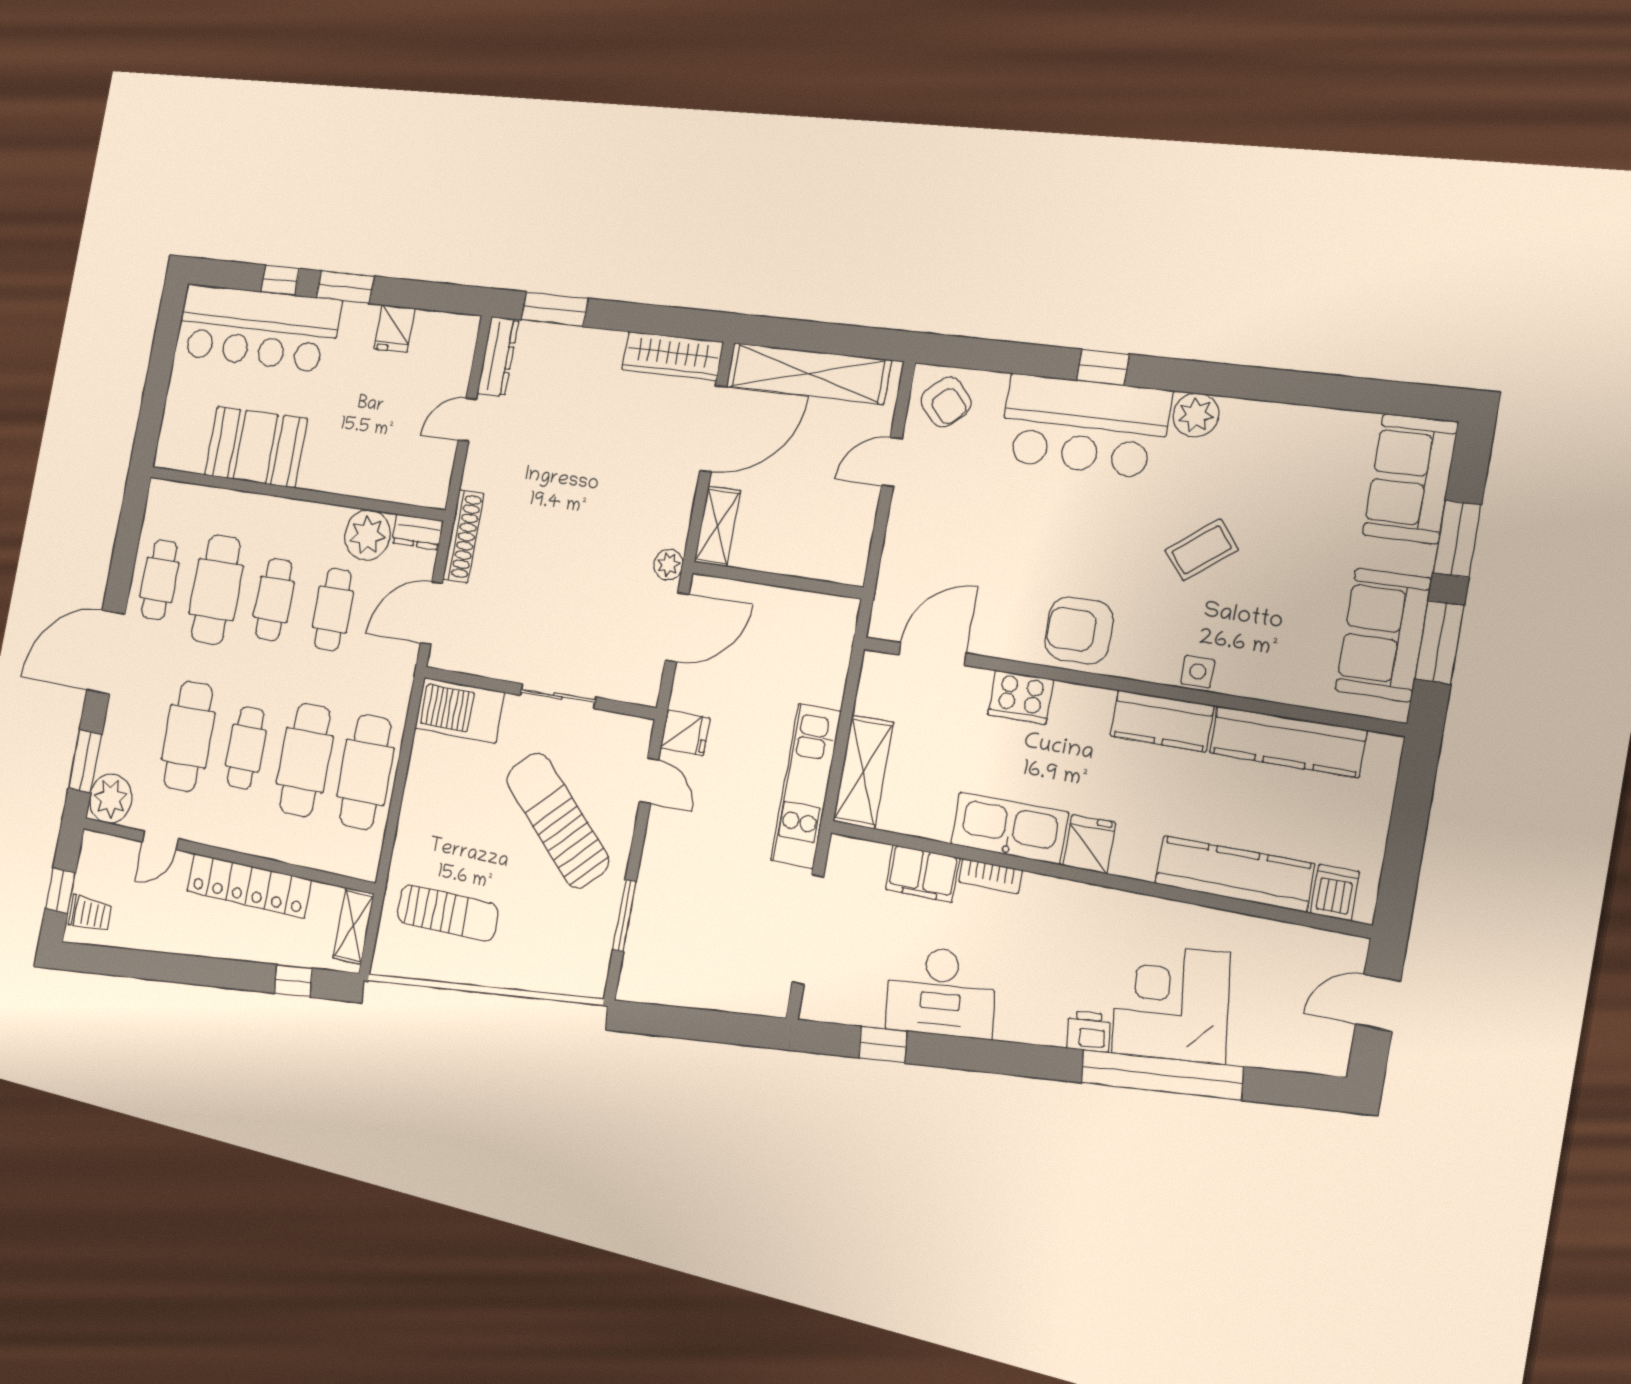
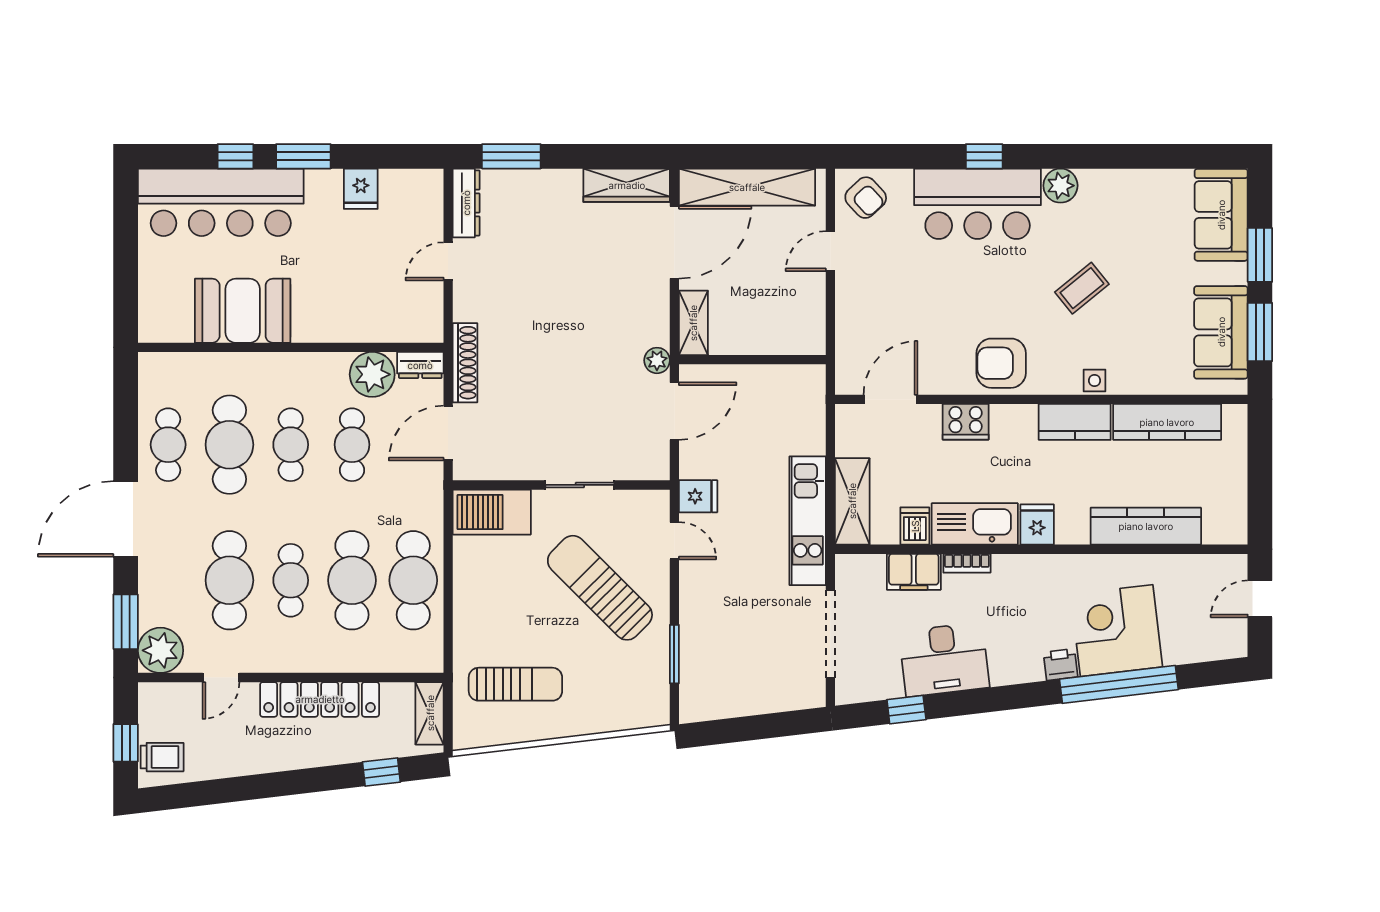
dishwasher: (1335, 893) -> (915, 526), moved

